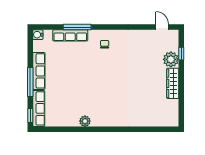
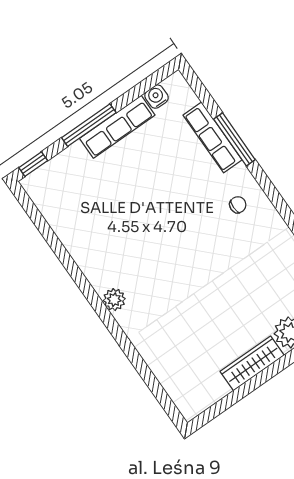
water cooler: (38, 35) -> (156, 97), moved
row of seats: (39, 108) -> (55, 170), removed
plant: (85, 121) -> (114, 300), moved

